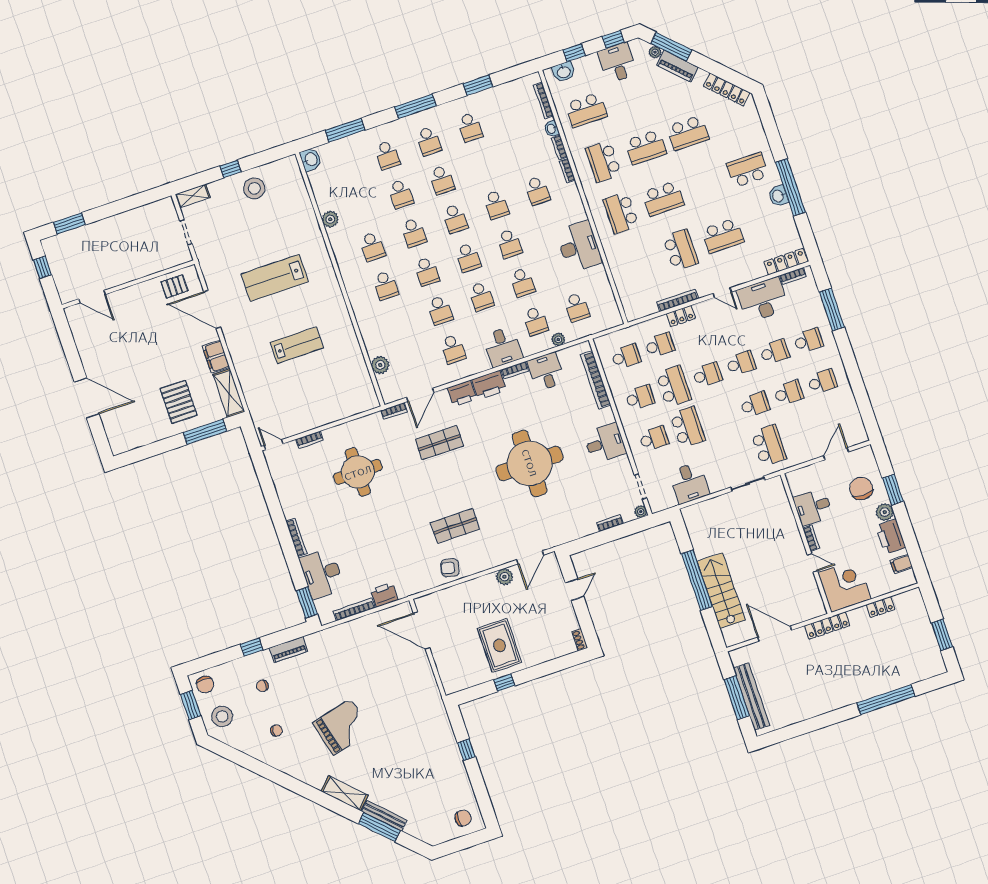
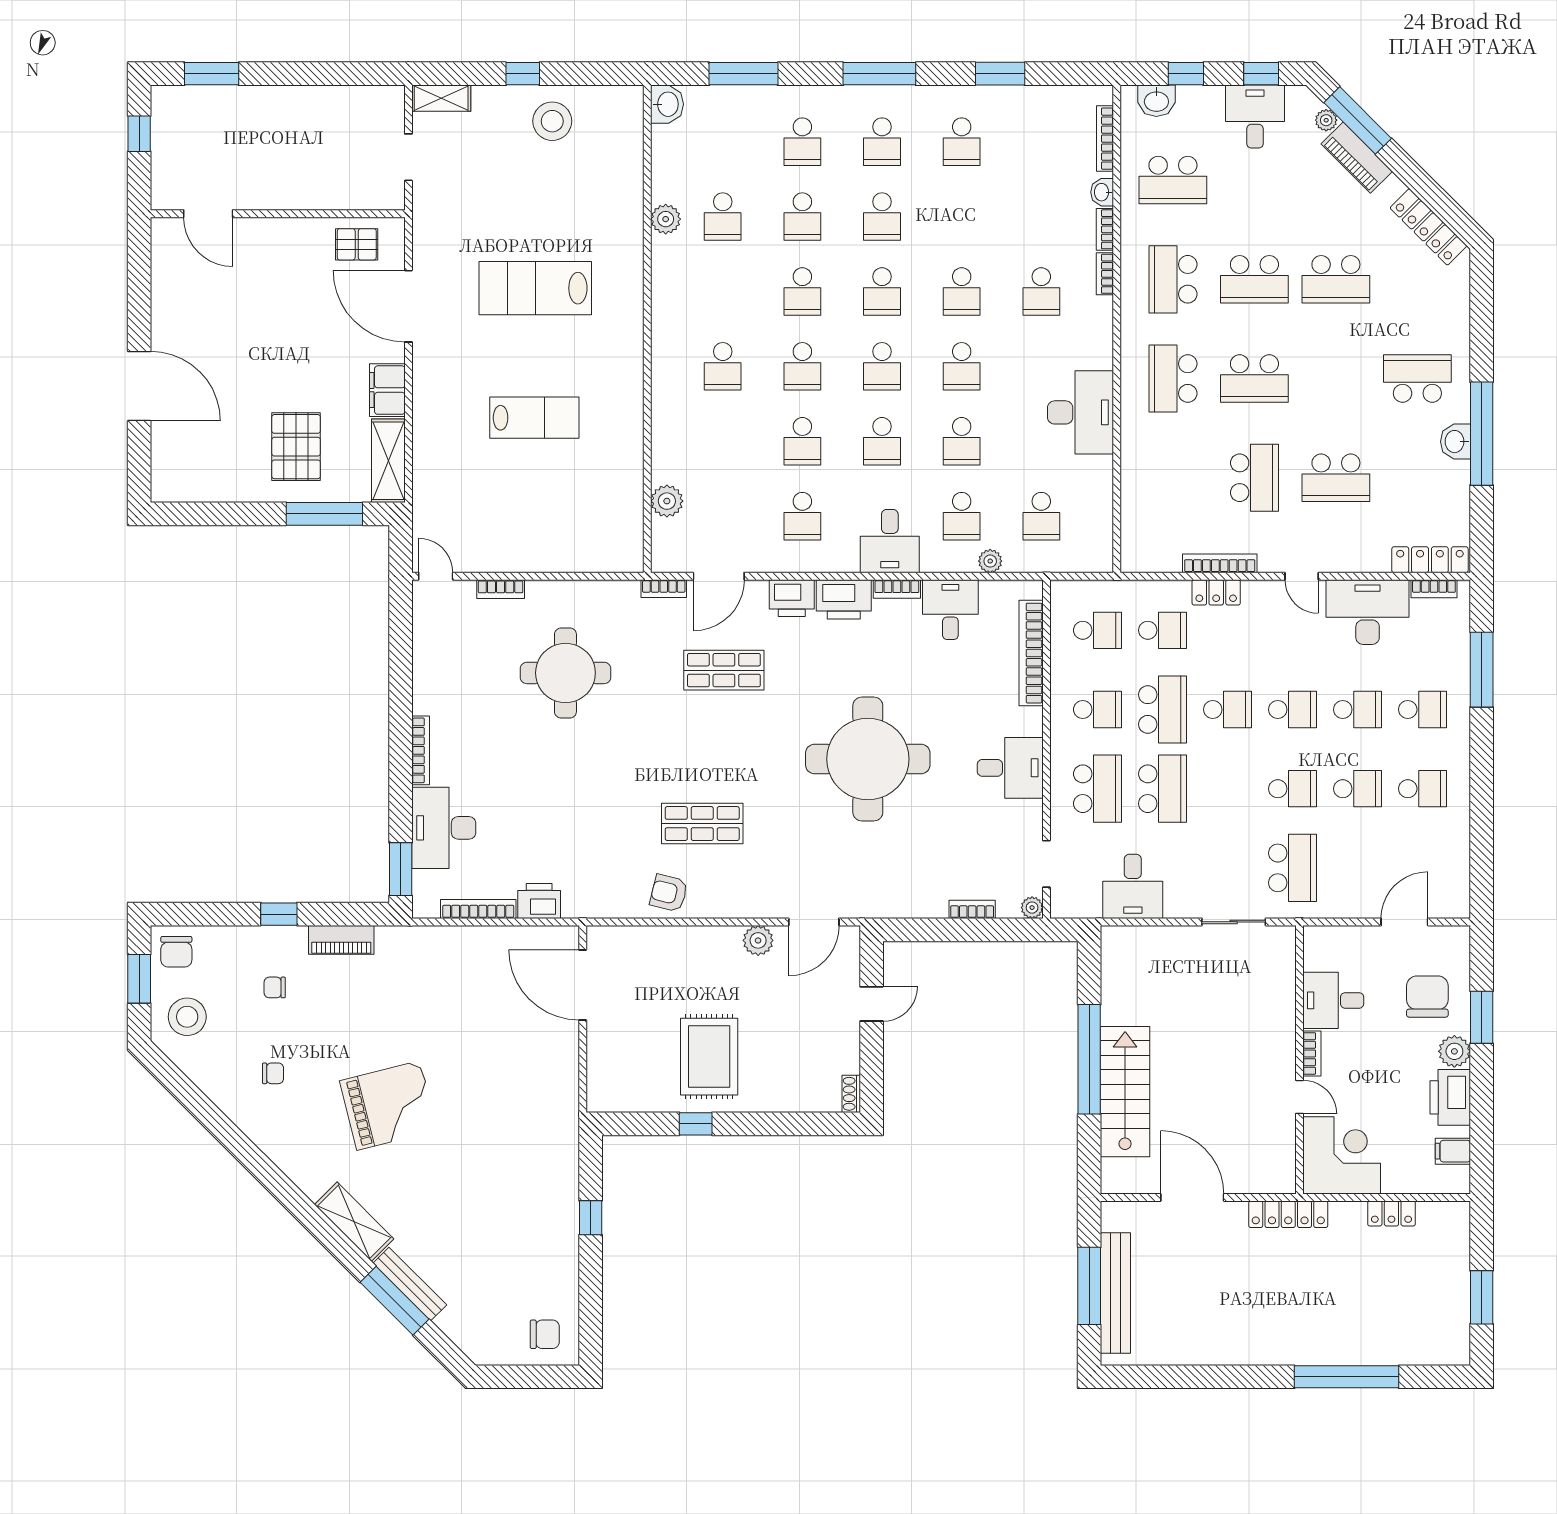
school desk: (372, 247) -> (723, 217), moved
school desk: (654, 439) -> (1098, 789), width x1.85

